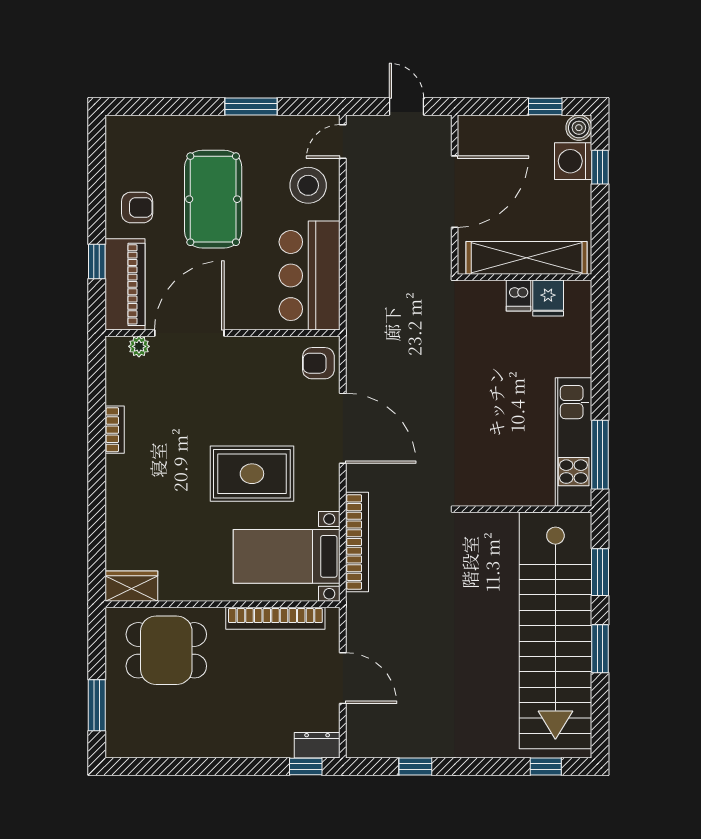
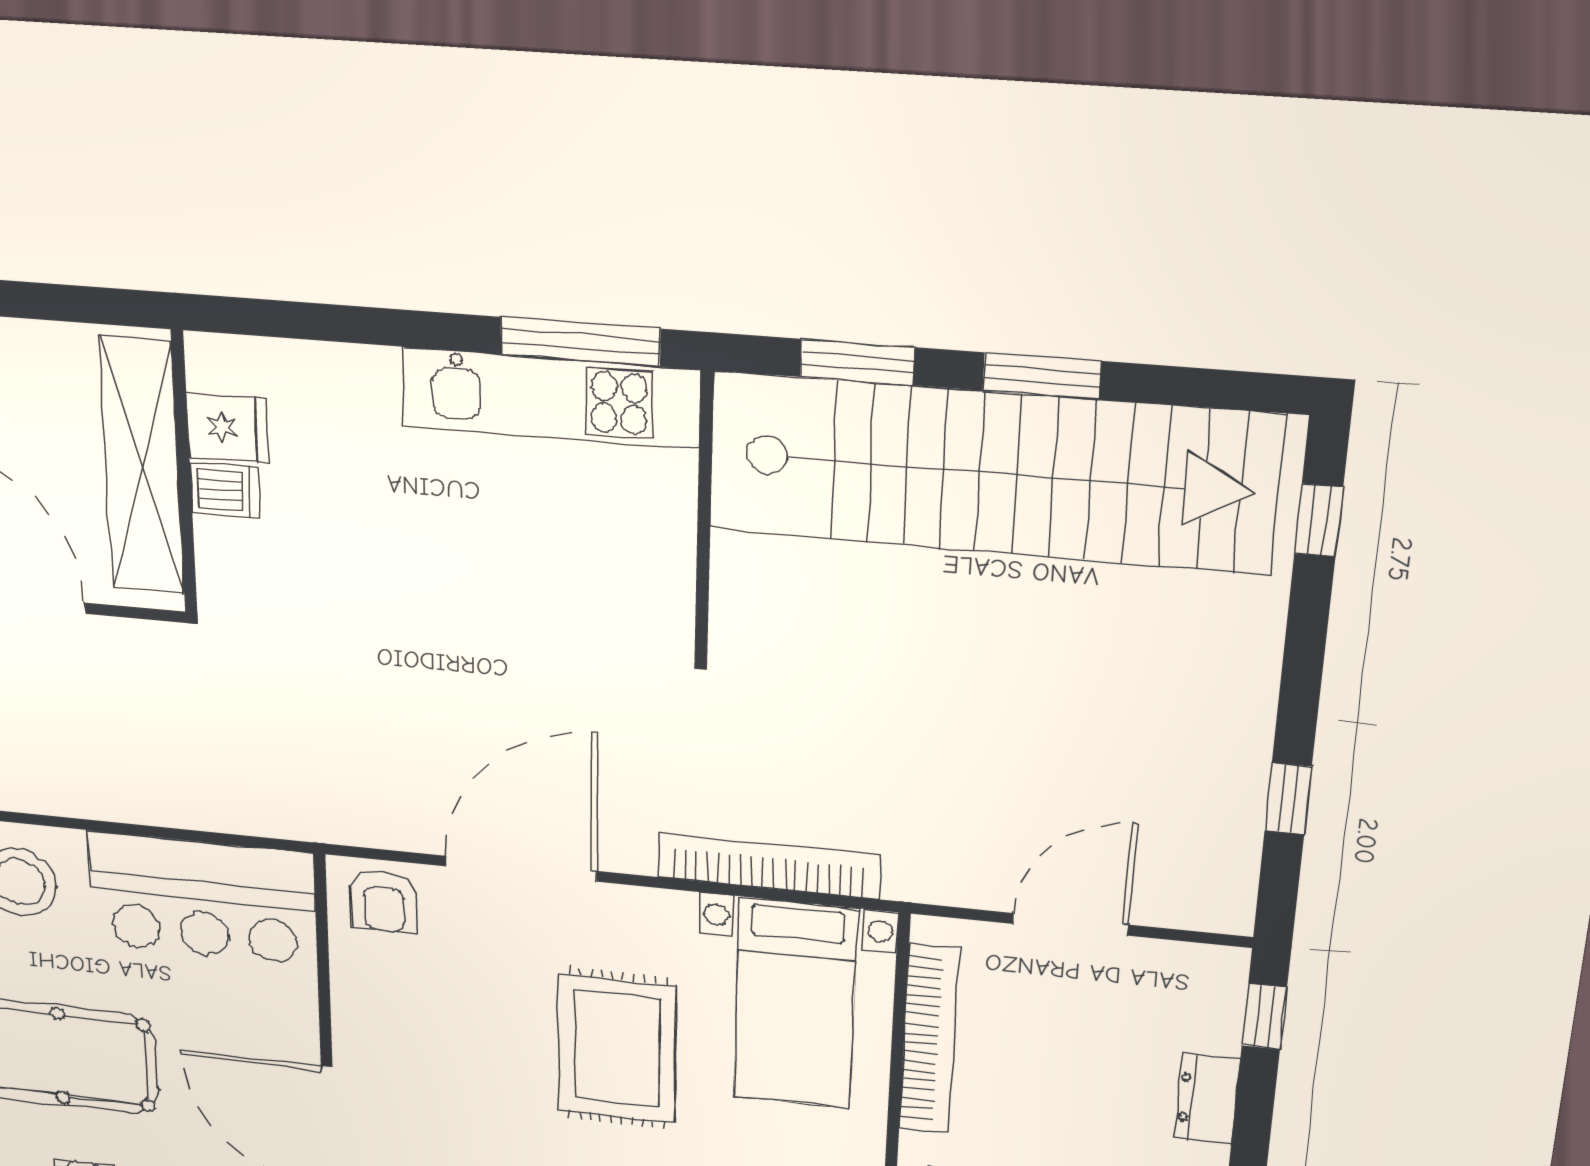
dresser: (317, 745) -> (1207, 1099), moved

